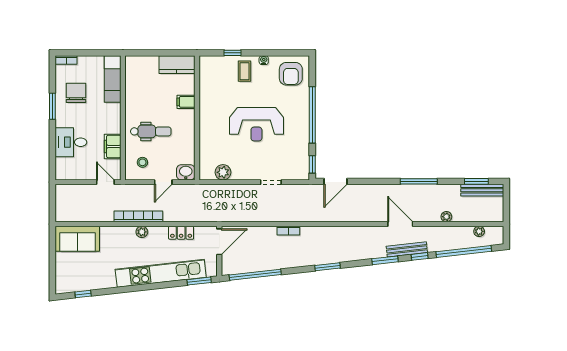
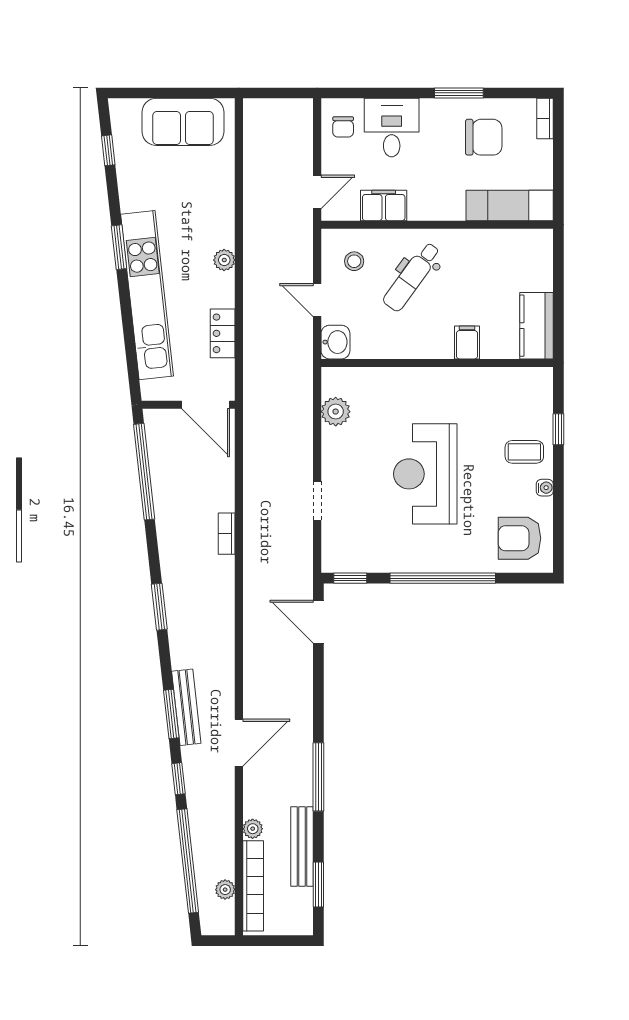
dental chair: (151, 131) -> (412, 277), turned 36
chair: (71, 168) -> (343, 127), added
bench: (482, 190) -> (302, 846), moved
bookcase: (138, 216) -> (253, 886), moved
sofa: (77, 239) -> (183, 122), moved, turned -90
bench: (407, 249) -> (186, 707), moved
window: (199, 281) -> (119, 247), moved

